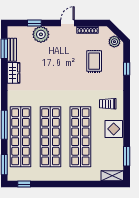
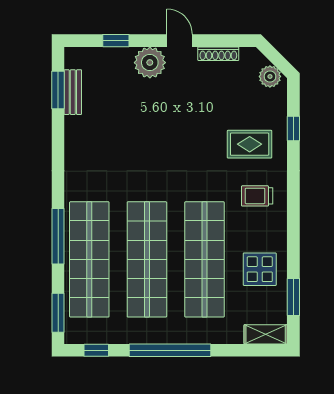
door: (67, 23) -> (180, 41), hinge flipped
plant: (41, 34) -> (150, 63), moved
rug: (94, 61) -> (250, 144), moved, turned 90
wardrobe: (14, 73) -> (76, 136), removed
display table: (114, 129) -> (260, 269), moved
window: (62, 184) -> (170, 350), added

